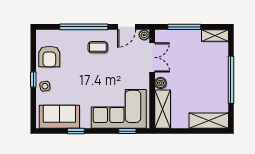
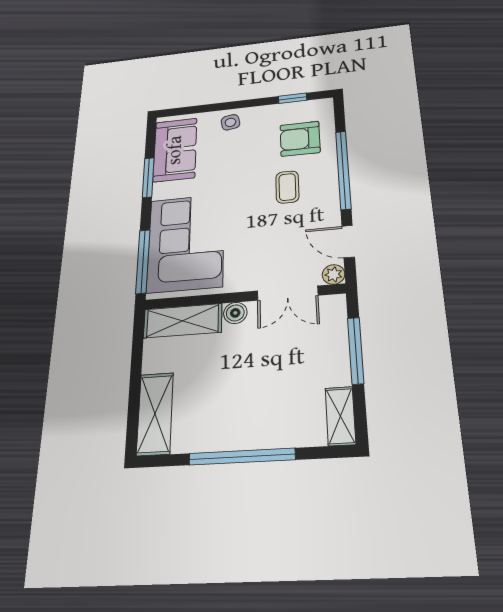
coffee table: (98, 47) -> (287, 187), moved
armchair: (49, 56) -> (300, 139), moved
window: (33, 80) -> (293, 98), moved
window: (76, 131) -> (148, 178), width x1.50
window: (127, 131) -> (143, 261), width x2.17

